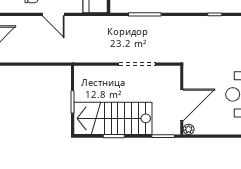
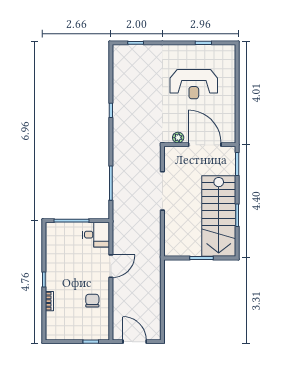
door: (53, 14) -> (111, 266), moved
plant: (189, 129) -> (178, 138), moved

